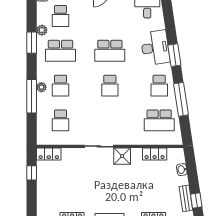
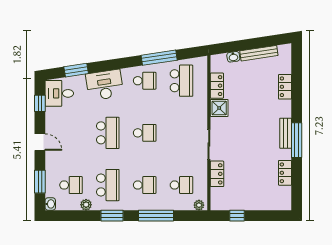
window: (32, 43) -> (112, 216), moved
window: (174, 55) -> (76, 70), moved
plant: (41, 87) -> (199, 205), moved
locker: (49, 154) -> (217, 174), moved
shower: (122, 156) -> (219, 108), moved
bench: (186, 198) -> (259, 53), width x1.36
window: (196, 200) -> (266, 42), removed

